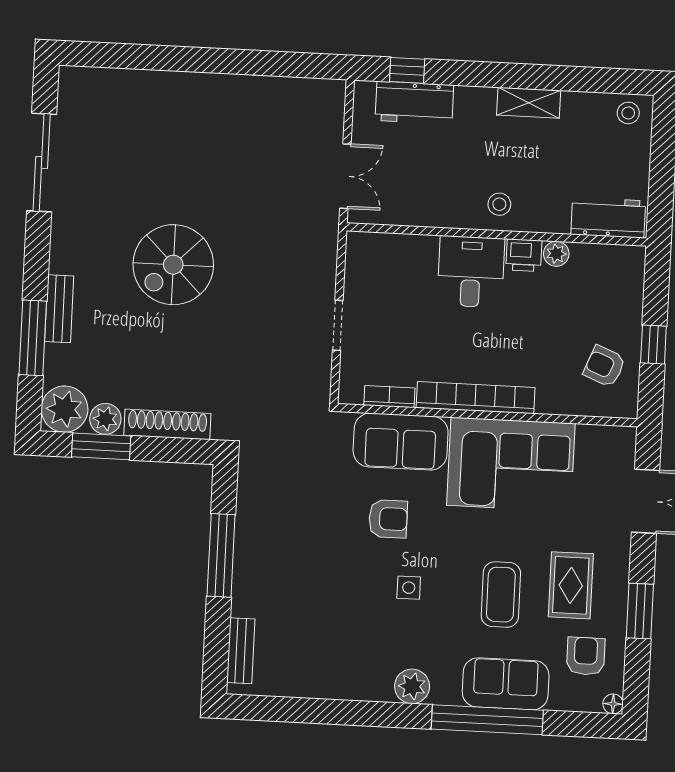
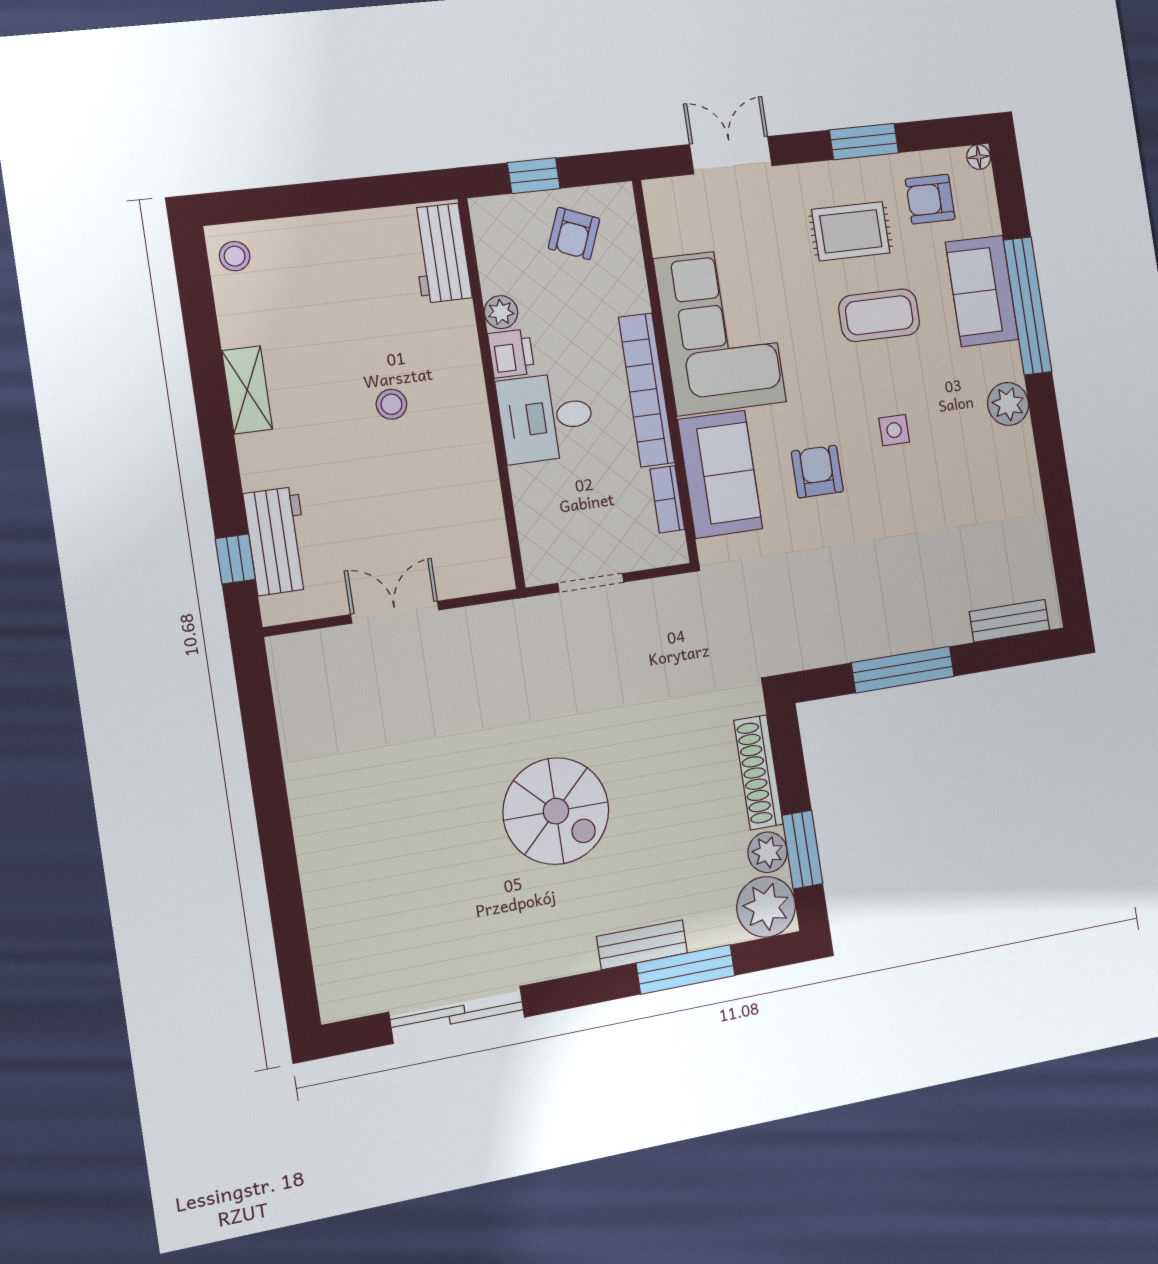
workbench: (608, 218) -> (441, 253), moved
wall: (496, 234) -> (492, 393), moved
plant: (556, 254) -> (501, 312), moved
printer: (524, 255) -> (511, 353), moved
desk: (471, 272) -> (546, 417), moved

